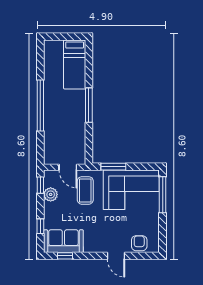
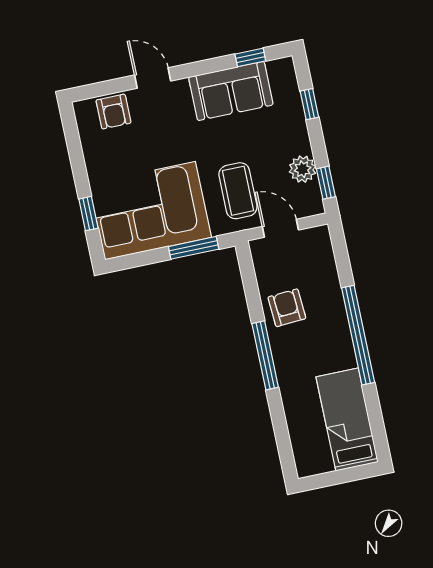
bed: (75, 64) -> (347, 419), moved
armchair: (73, 127) -> (287, 308), added
window: (163, 195) -> (88, 214), width x0.46
sofa: (63, 241) -> (231, 91), moved

